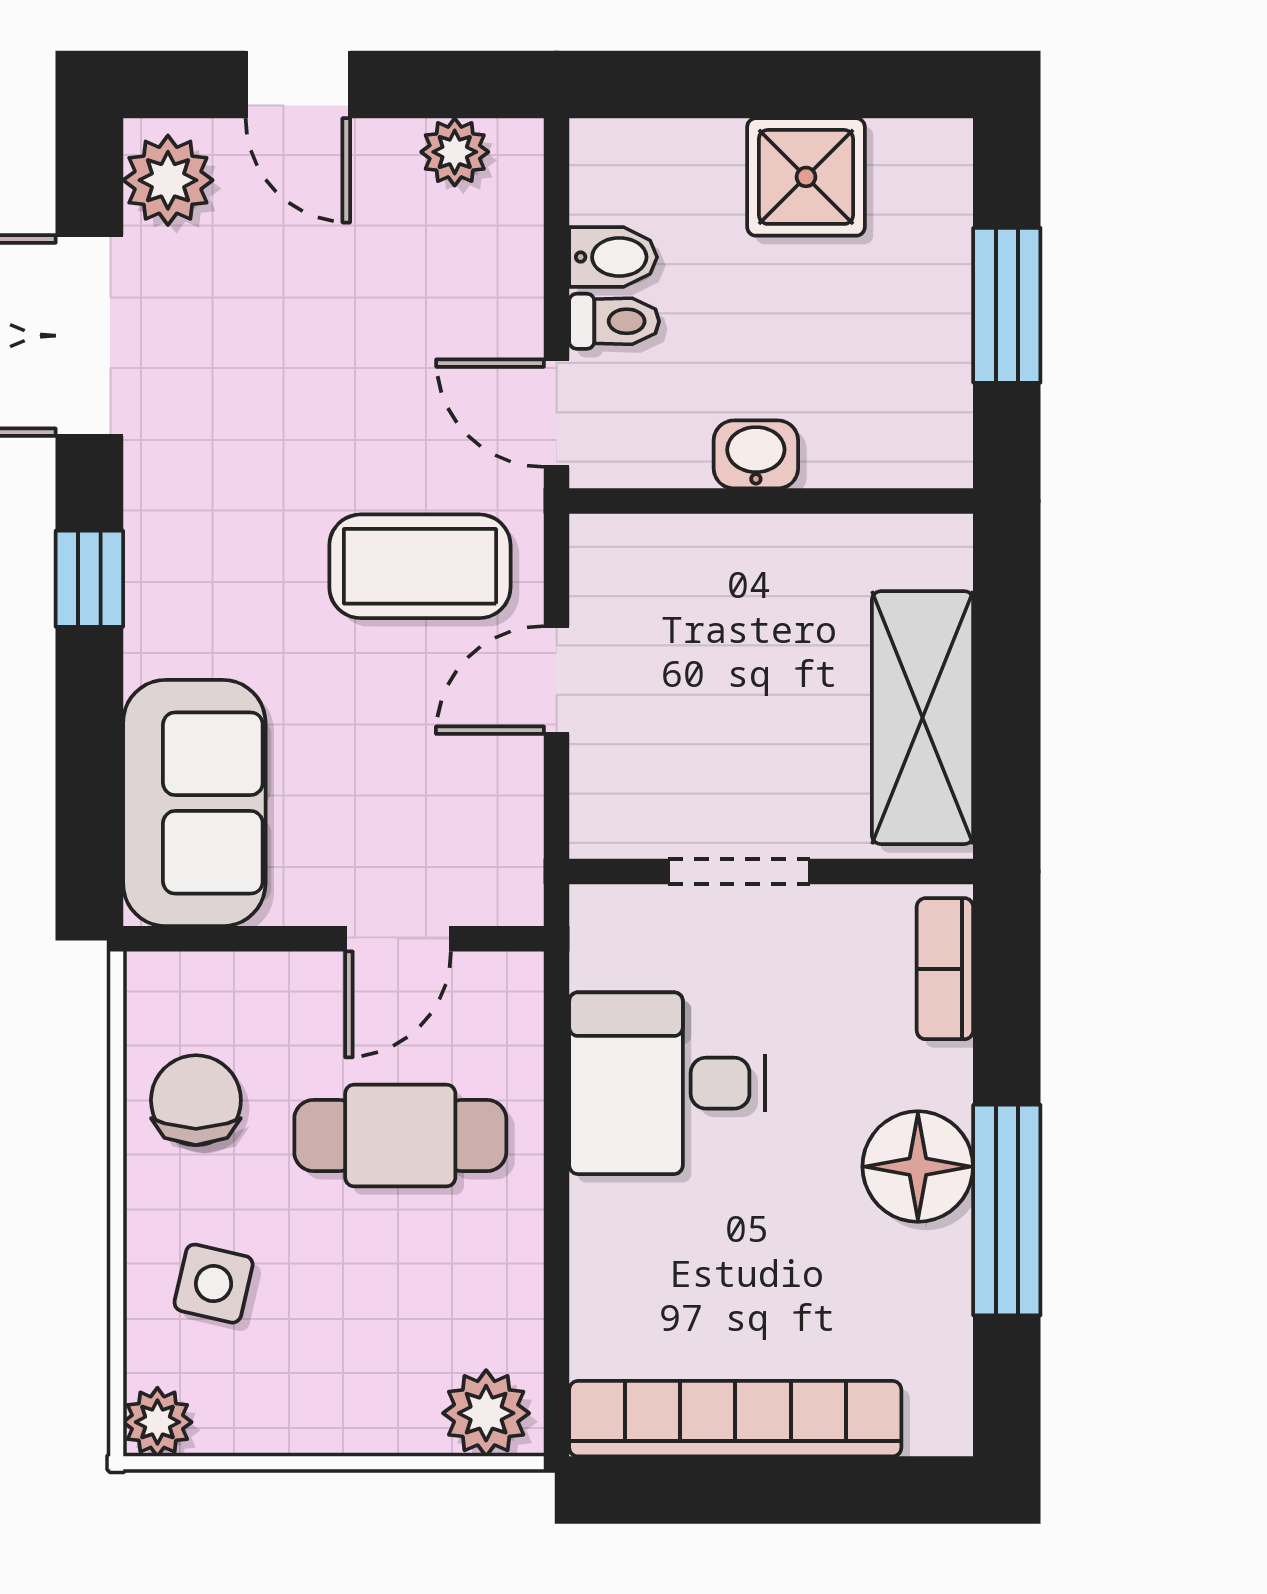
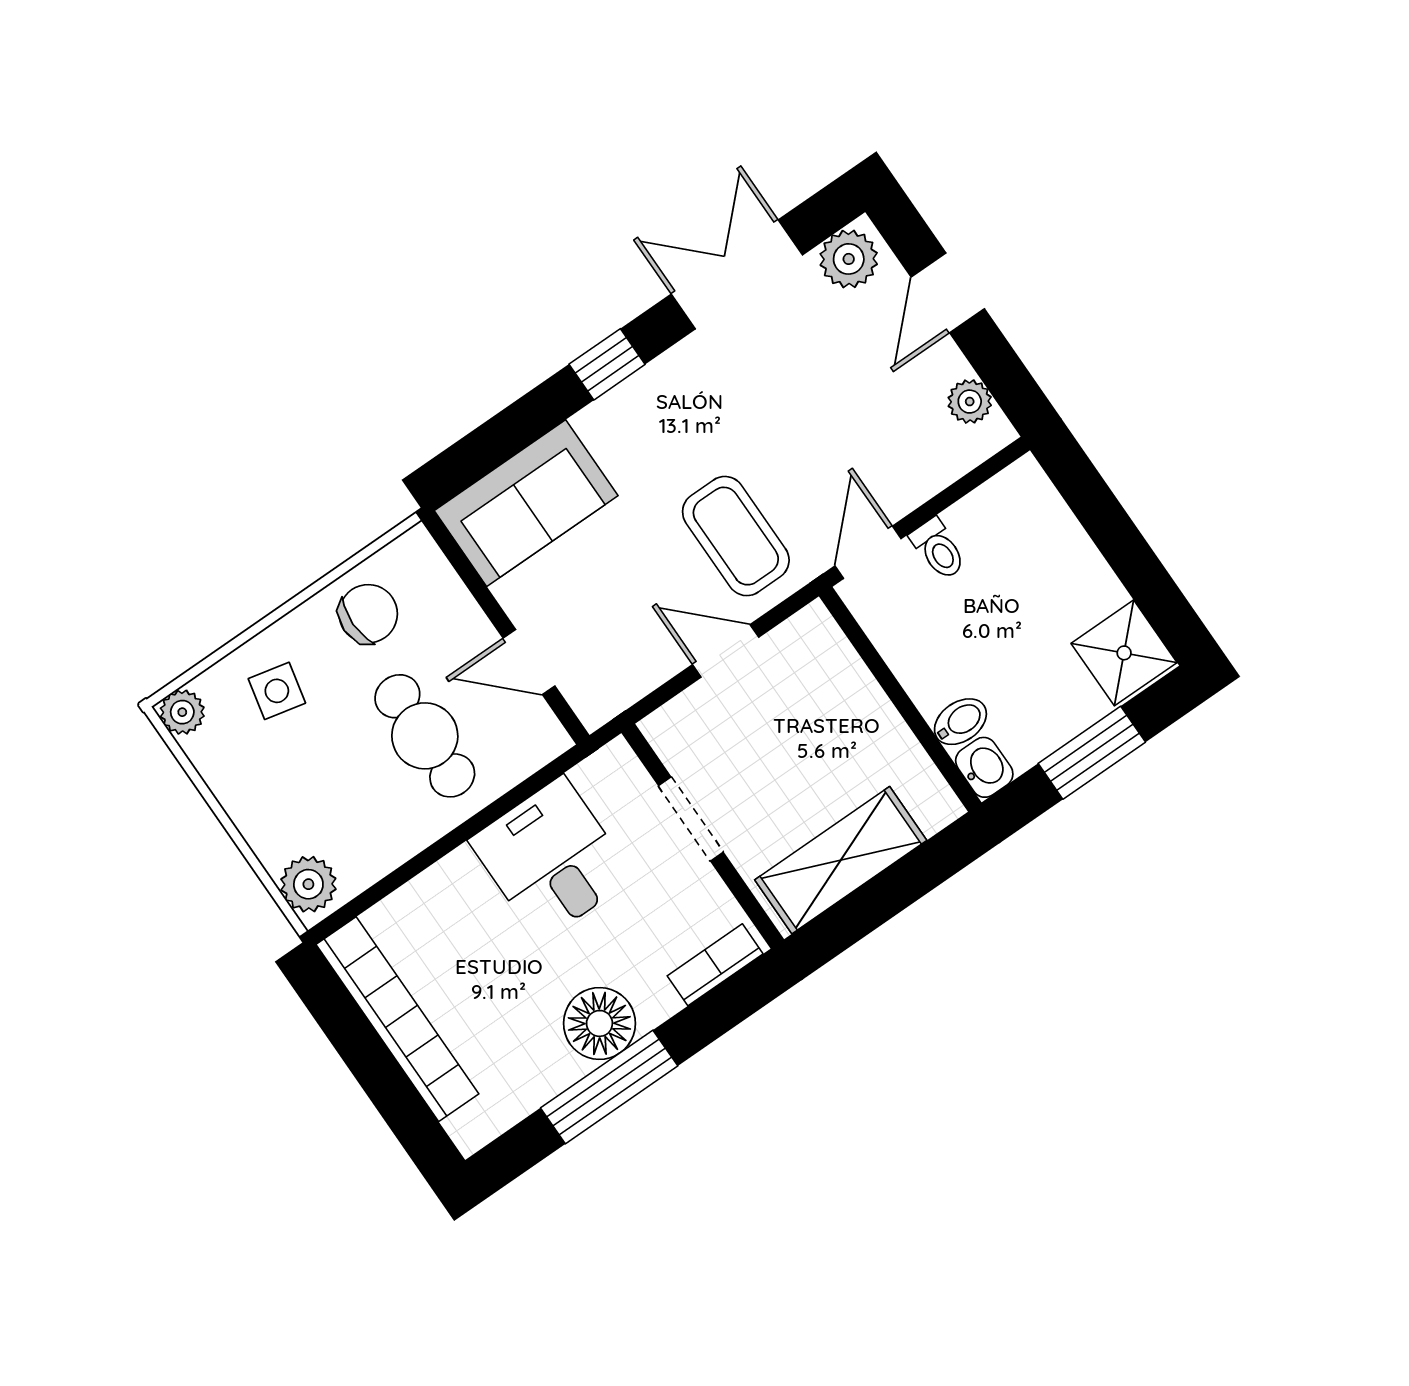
shower: (806, 177) -> (1124, 653), moved
bidet: (613, 257) -> (960, 722), moved, turned -90
washbasin: (756, 454) -> (984, 767), moved

